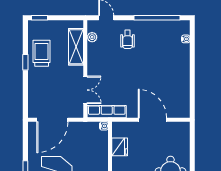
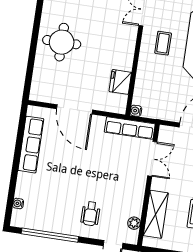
wheelchair: (128, 39) -> (91, 214), turned 180
row of seats: (183, 87) -> (31, 145), added
double door: (85, 90) -> (152, 159), swing flipped

